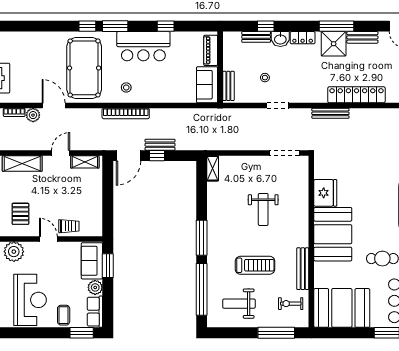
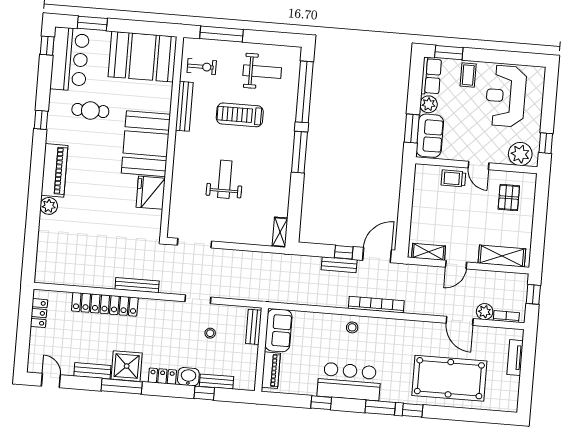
pool table: (84, 68) -> (449, 378), moved, turned 90
stool: (126, 87) -> (352, 327), moved

